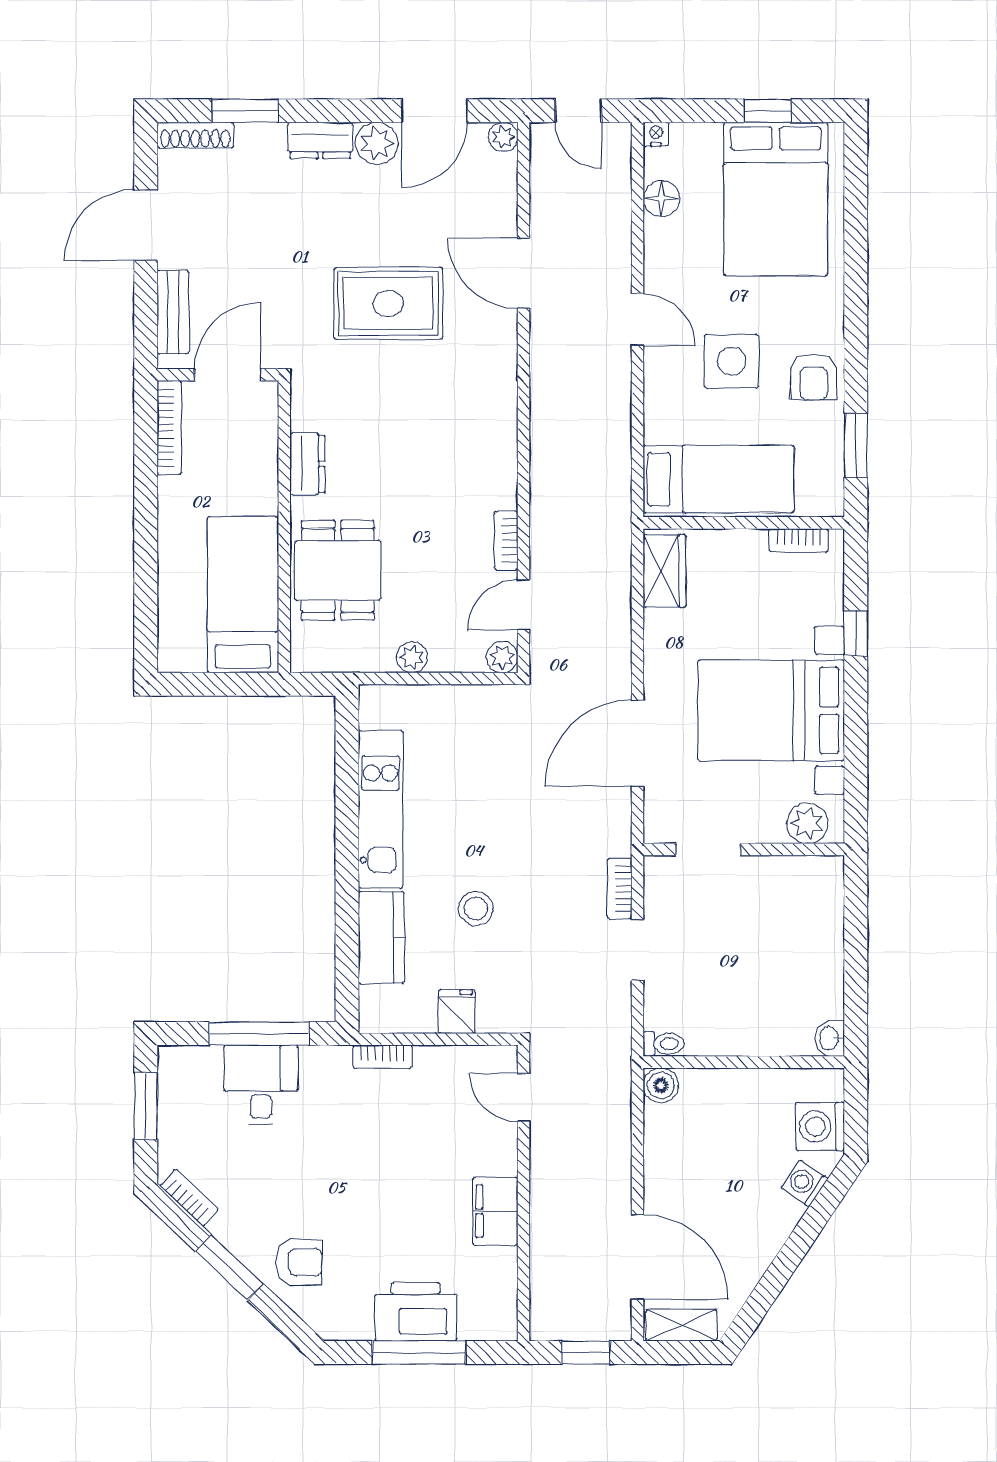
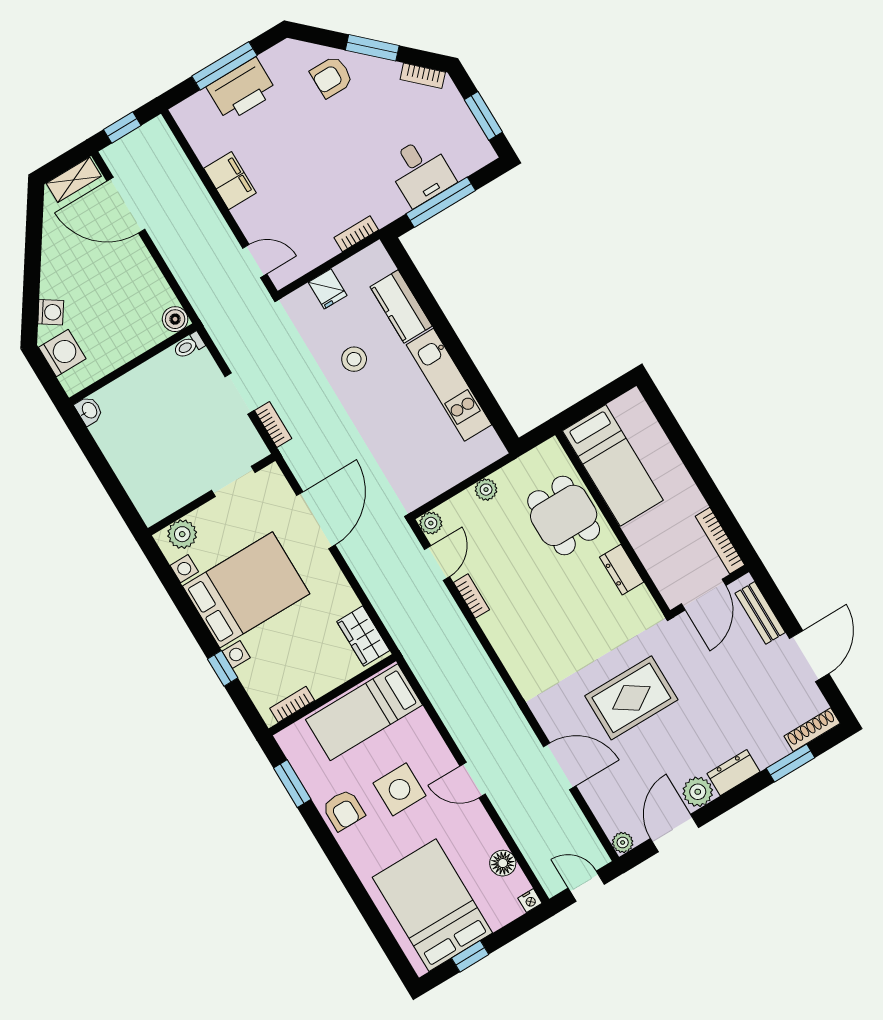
armchair: (814, 377) -> (343, 810), turned 180

